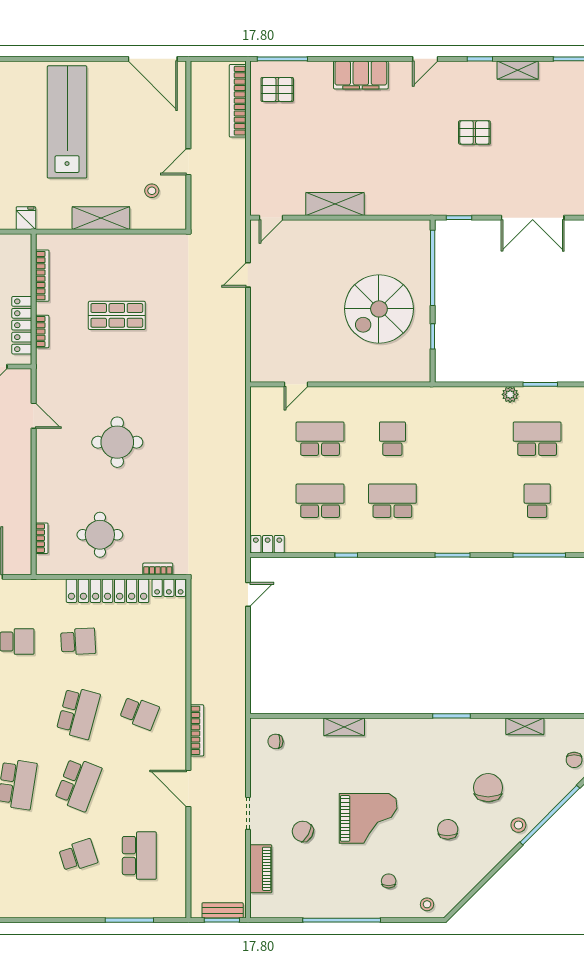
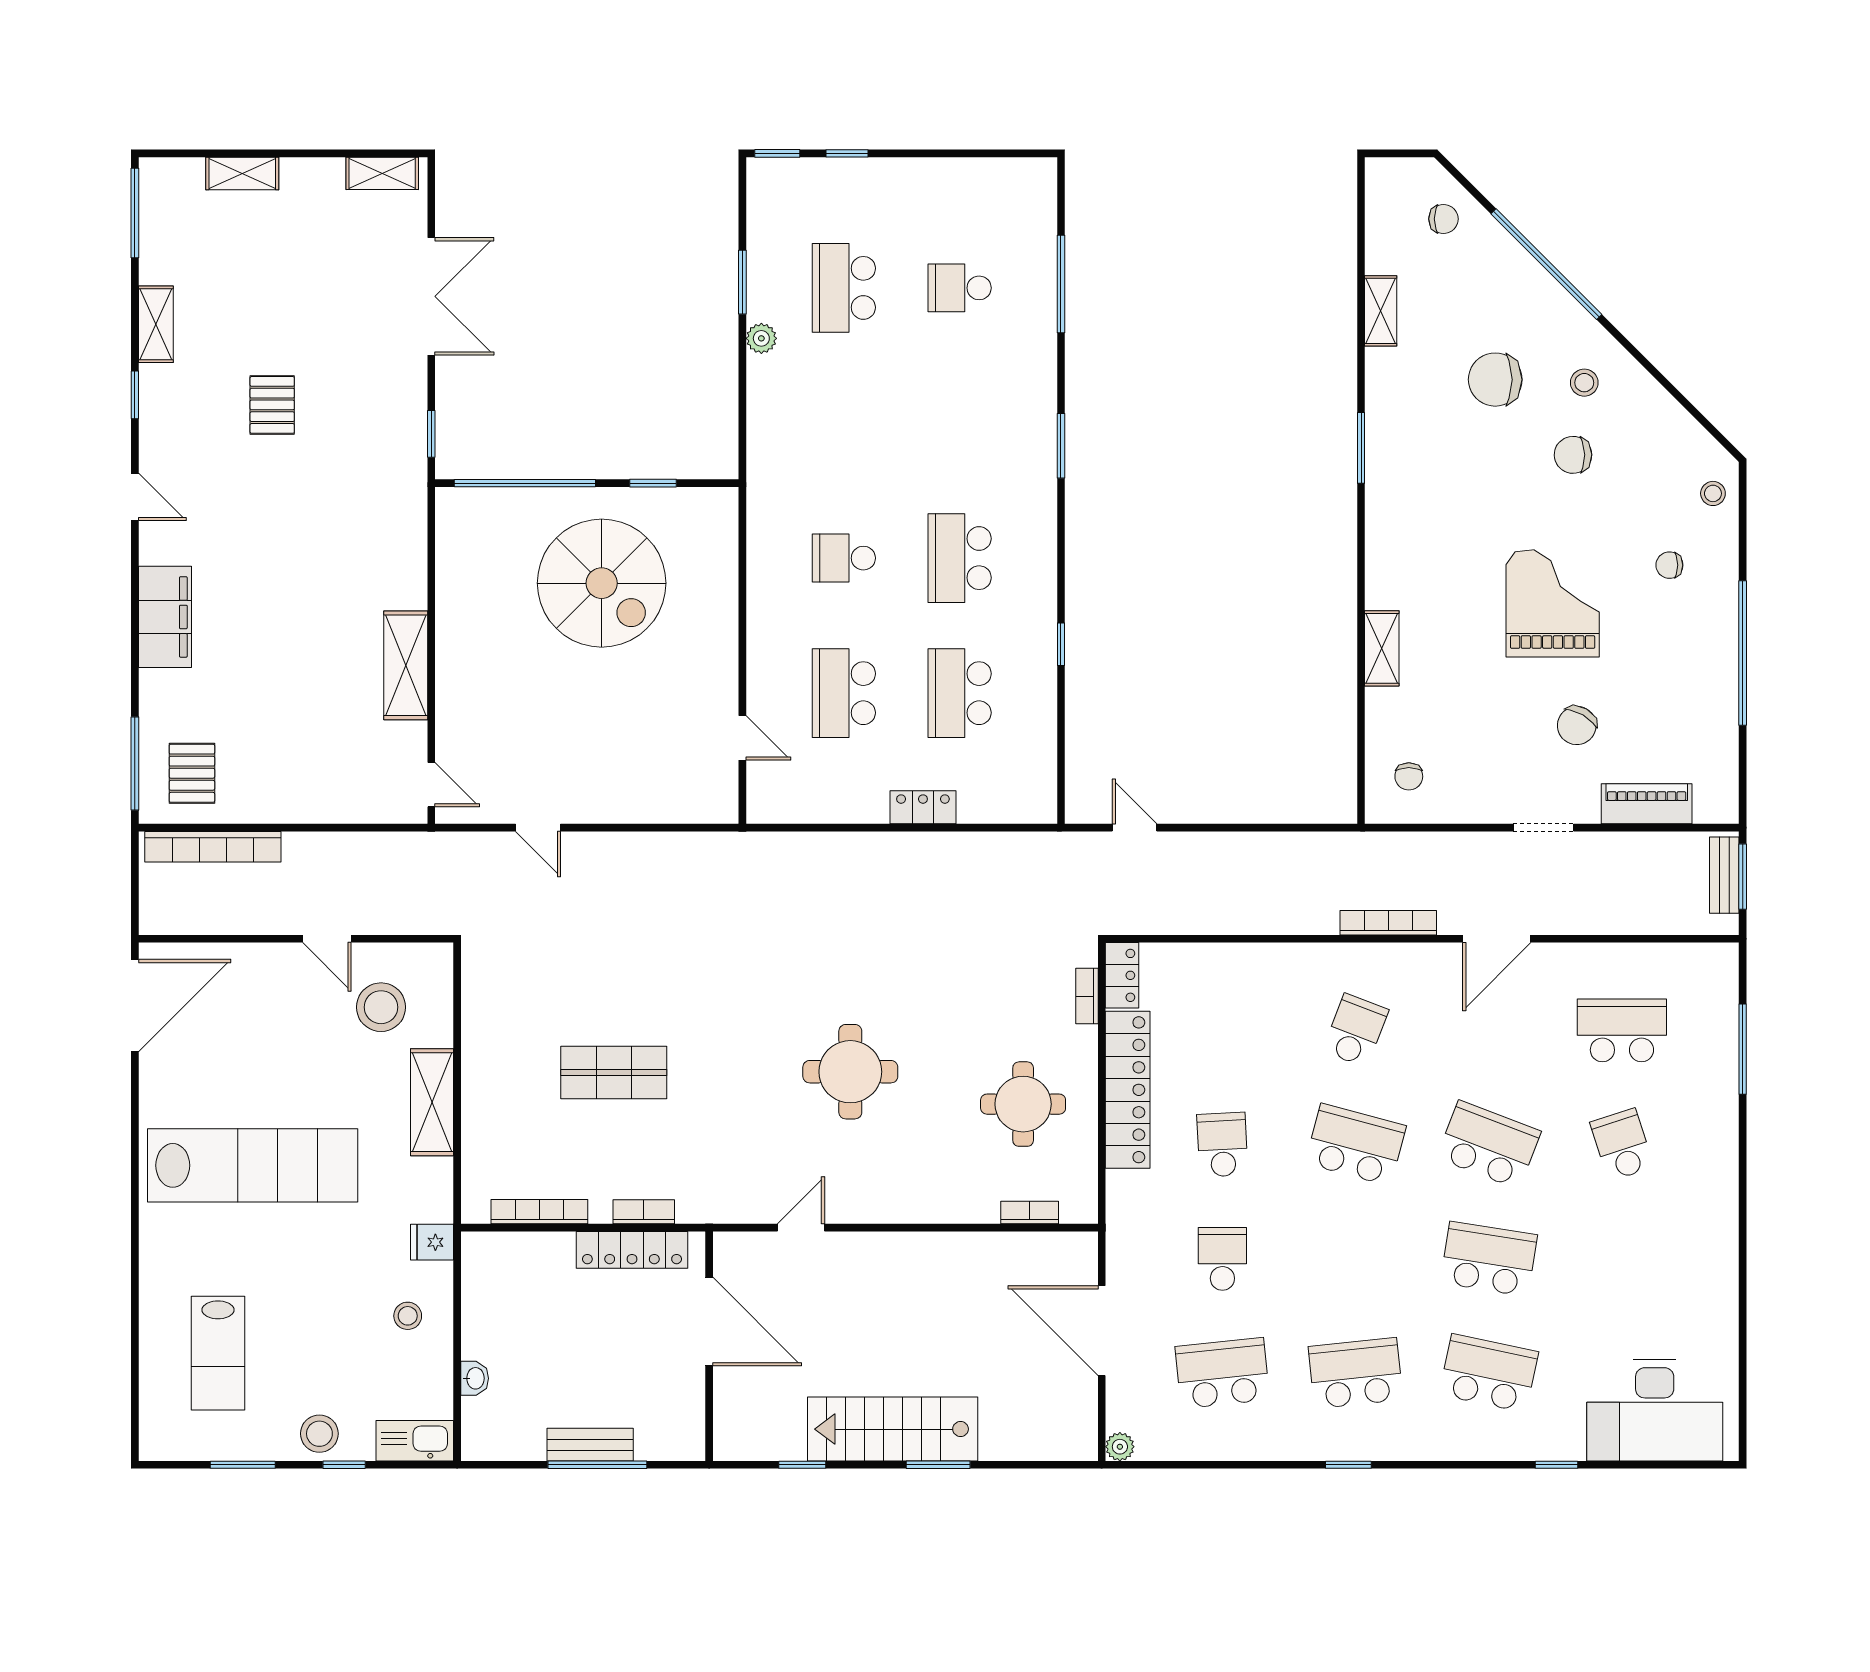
lab bench: (67, 122) -> (253, 1165), turned 180
stool: (152, 191) -> (381, 1007), width x1.89, depth x1.89
shop shelf: (117, 315) -> (614, 1072), turned 90
locker: (268, 544) -> (923, 807), moved, turned 90
stool: (518, 825) -> (1584, 383), moved

